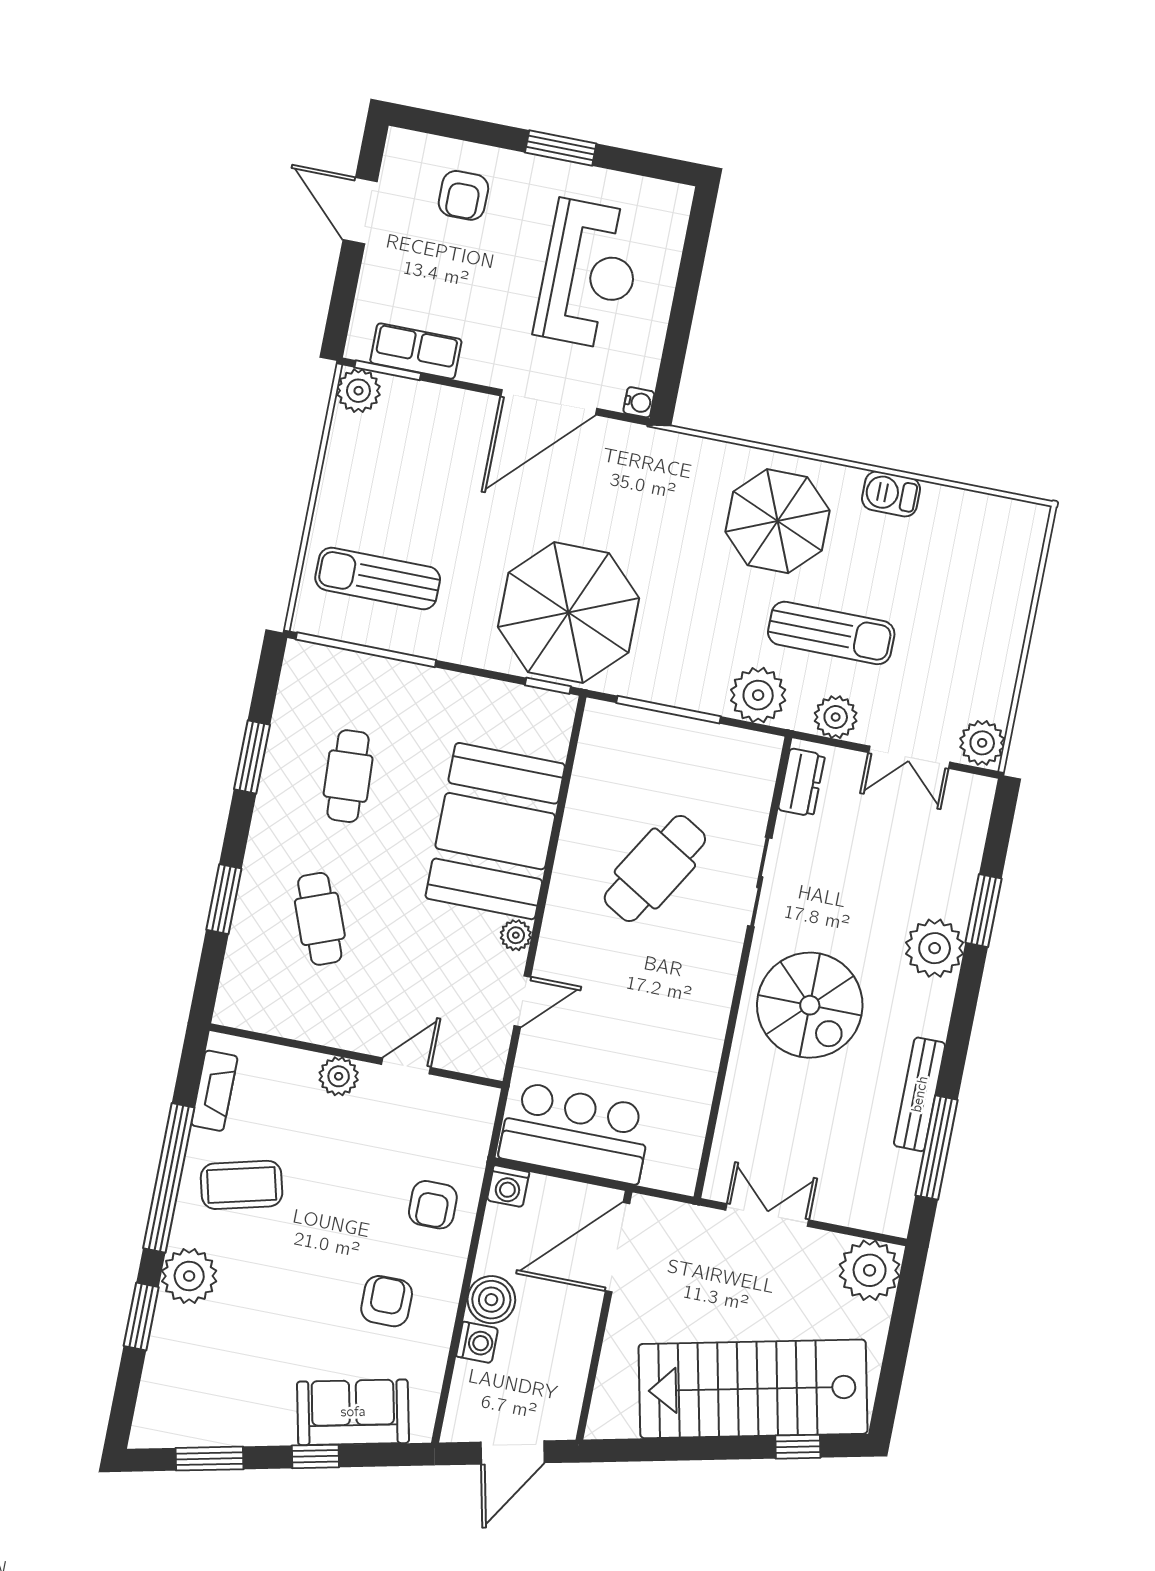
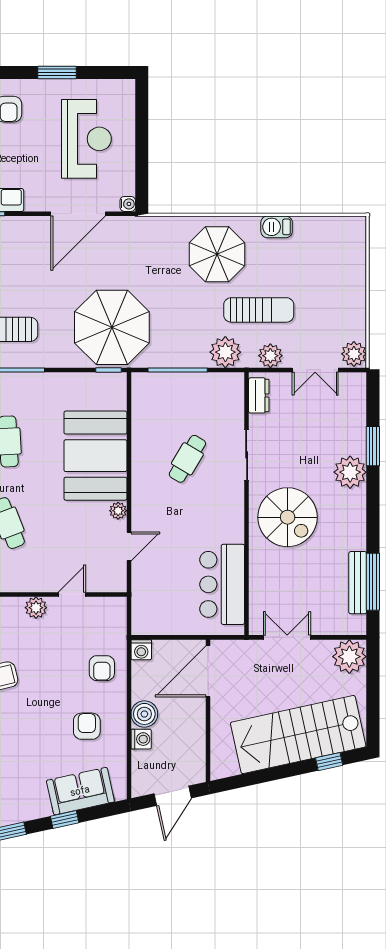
cafe table: (655, 868) -> (187, 459), width x0.73, depth x0.74
bench: (920, 1094) -> (358, 583), moved
bar counter: (575, 1133) -> (222, 584), moved, turned -90

